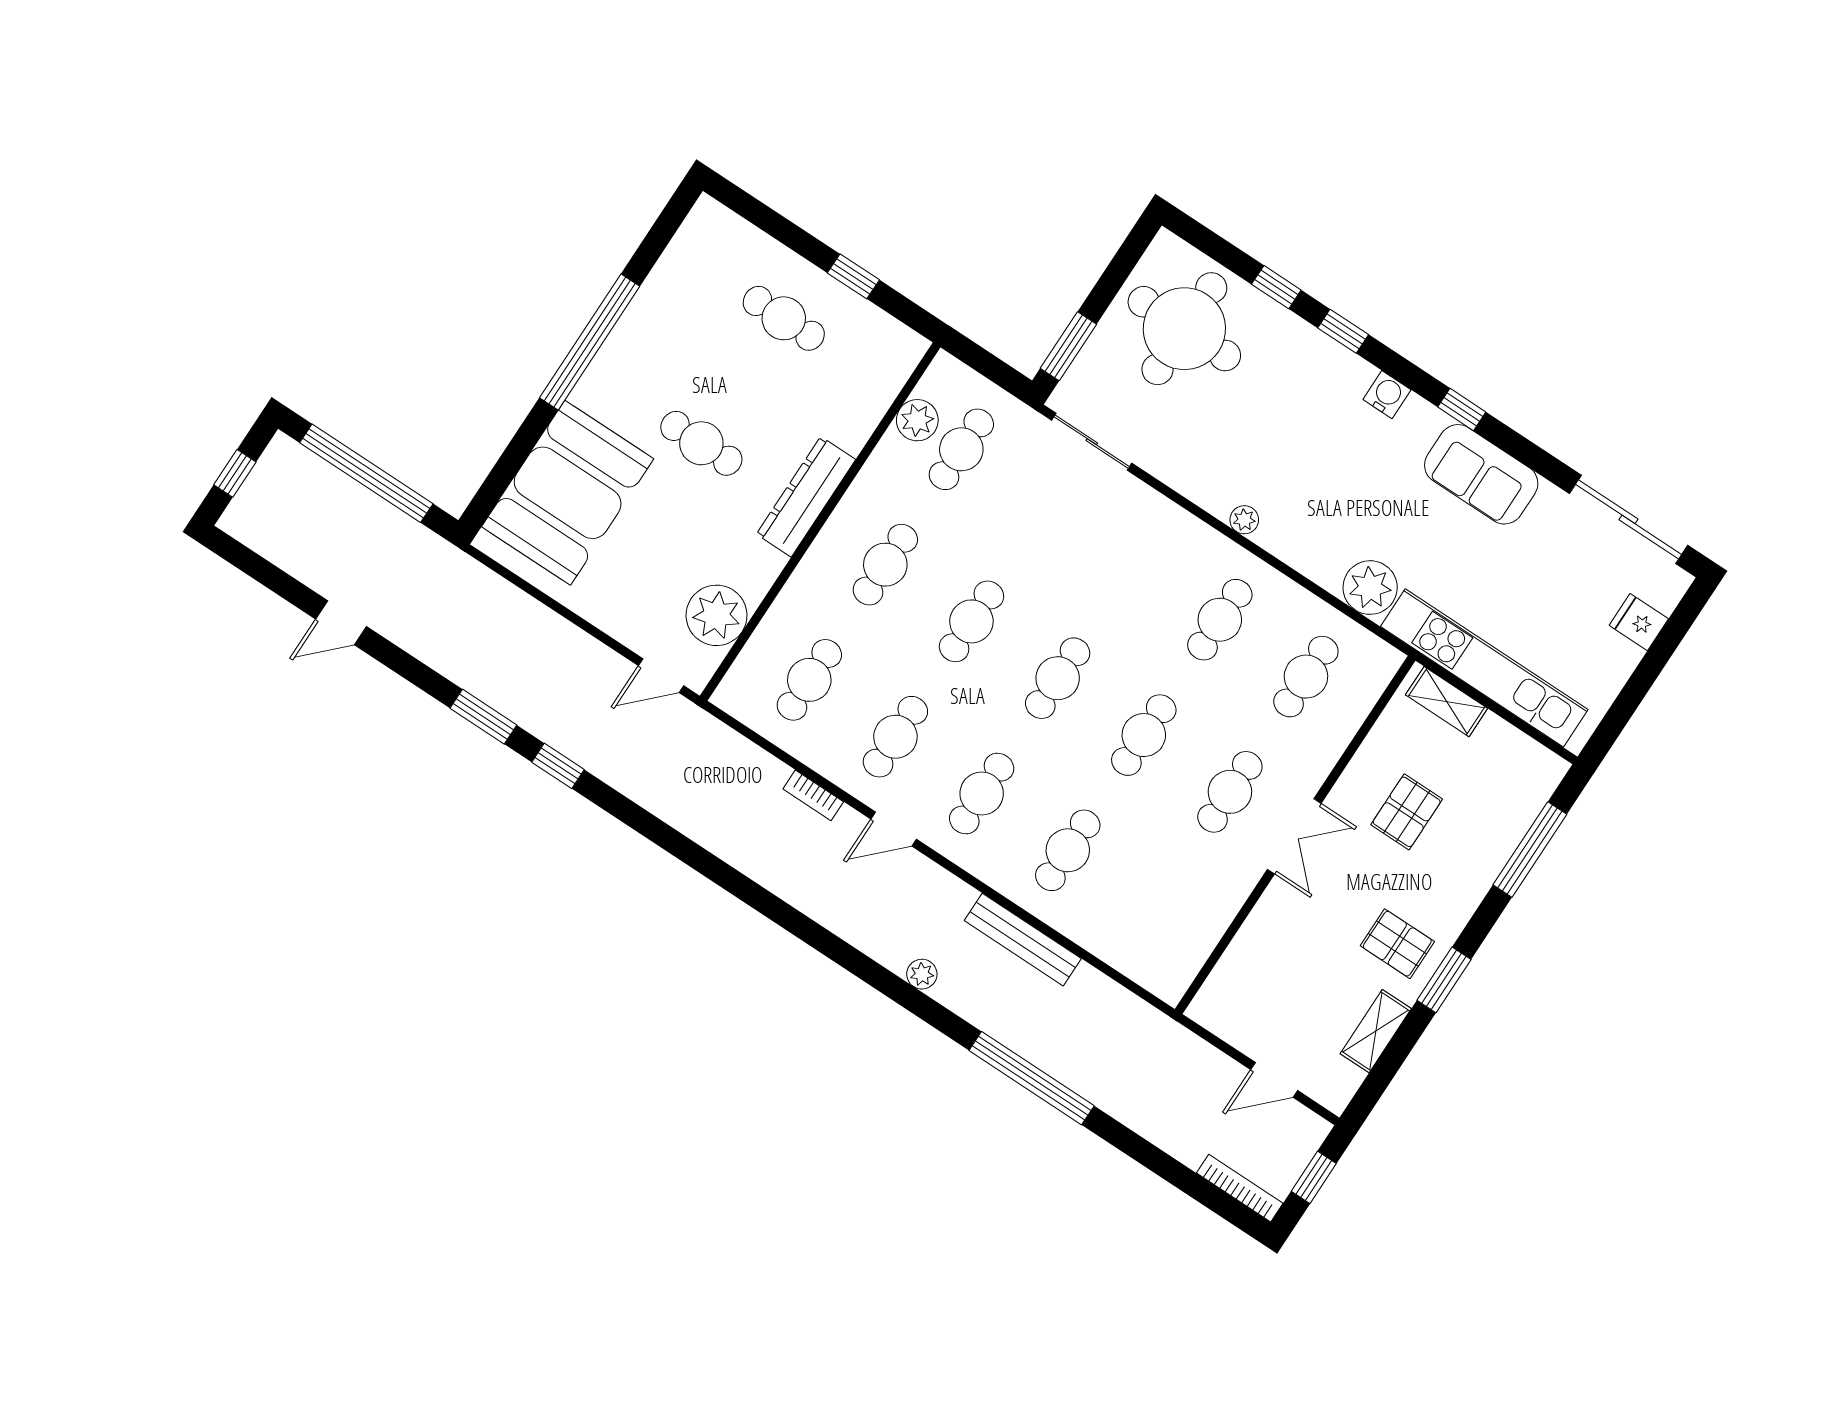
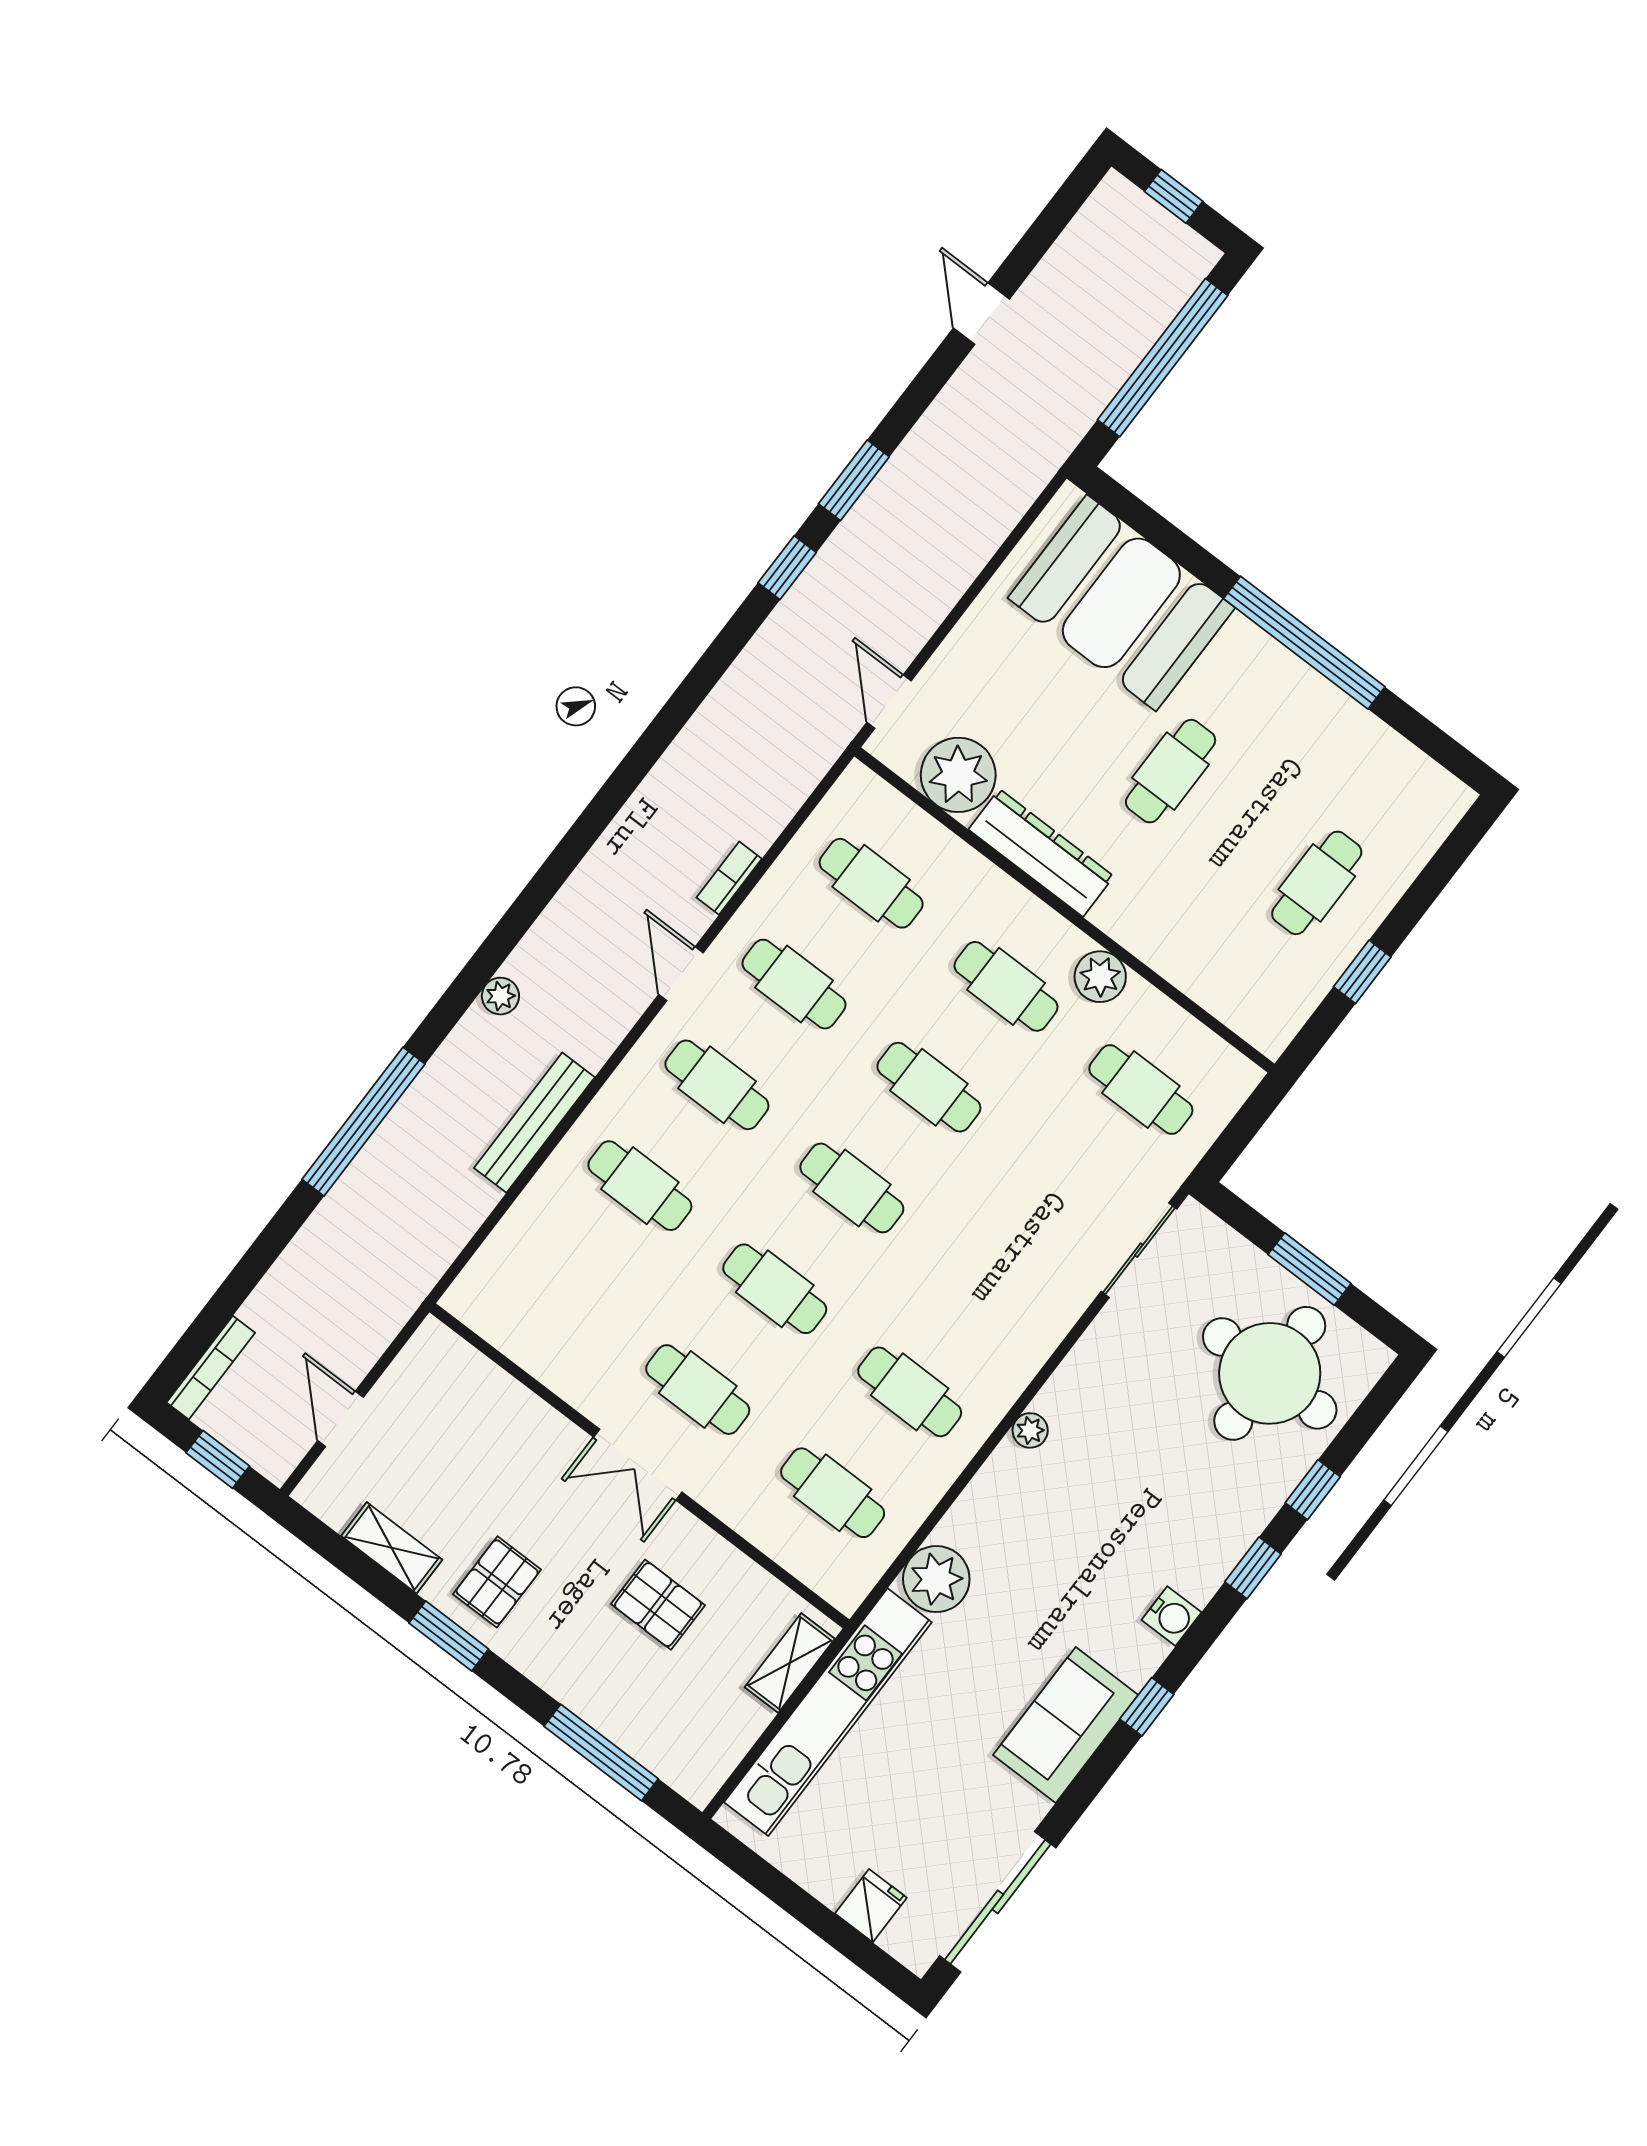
window: (1068, 346) -> (1310, 1269), moved
plant: (917, 420) -> (1100, 977), moved
dresser: (806, 497) -> (1041, 853), moved

